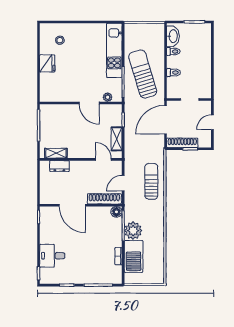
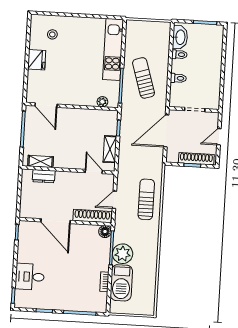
sun lounger: (143, 74) -> (144, 78), width x0.73, depth x0.75
door: (89, 103) -> (46, 105), moved
shoe rack: (182, 143) -> (196, 159), moved

